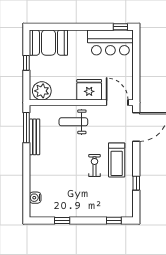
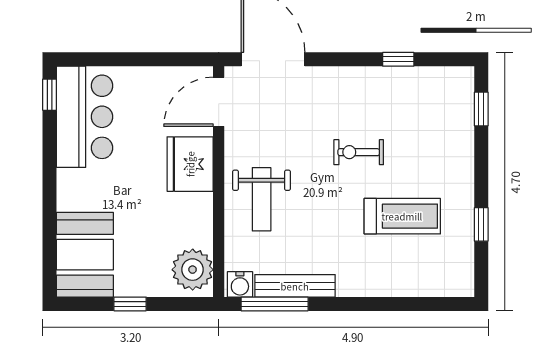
treadmill: (117, 160) -> (402, 216), moved
water cooler: (35, 198) -> (240, 284), moved

